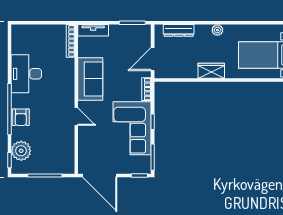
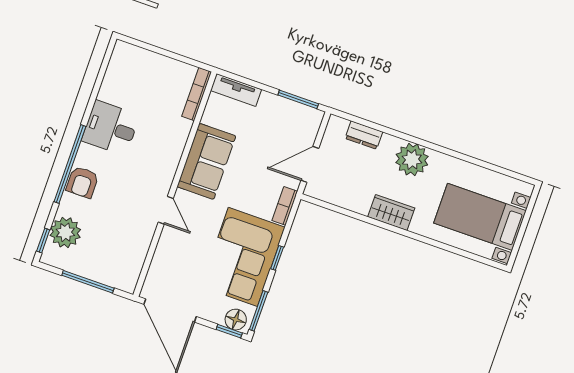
dresser: (179, 30) -> (364, 135), width x0.70
plant: (217, 30) -> (412, 160), width x1.87, depth x1.87
desk: (26, 74) -> (111, 128), width x0.73
floor lamp: (141, 167) -> (236, 320), added

